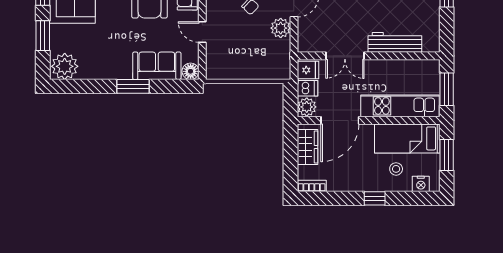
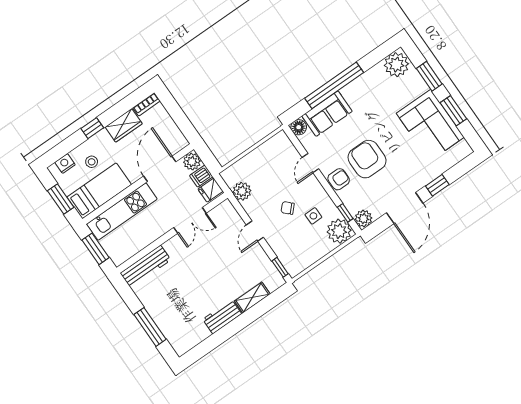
plant: (281, 28) -> (242, 191), moved
door: (202, 32) -> (310, 163), swing flipped
workbench: (395, 42) -> (145, 267), moved
double door: (345, 56) -> (190, 220), swing flipped
window: (133, 86) -> (334, 85), width x2.11
wardrobe: (308, 147) -> (124, 125), moved, turned -90

